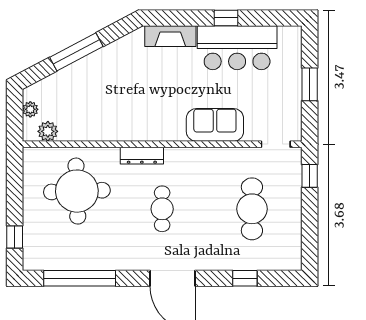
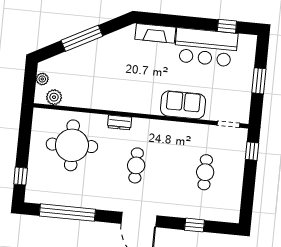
window: (226, 18) -> (227, 26), moved
dresser: (142, 156) -> (119, 122), width x0.70
cafe table: (252, 209) -> (205, 172), width x0.73, depth x0.74

